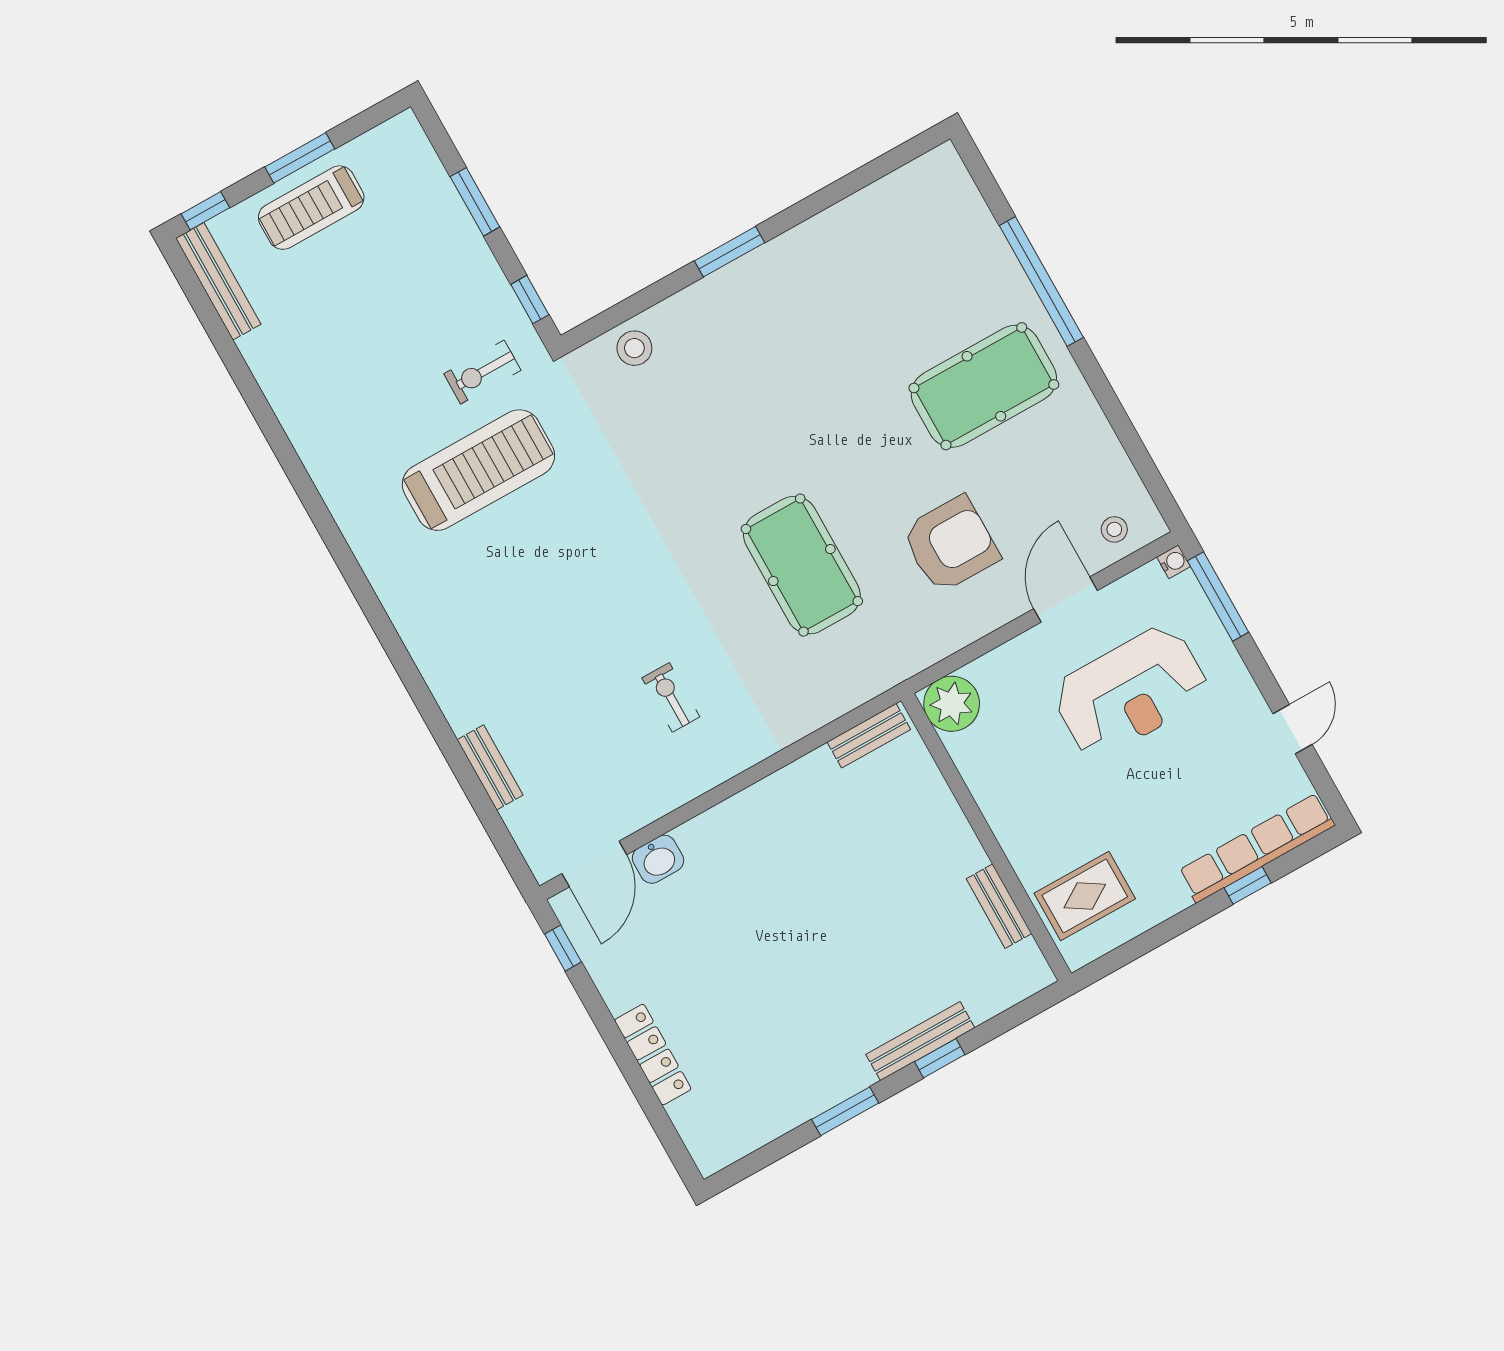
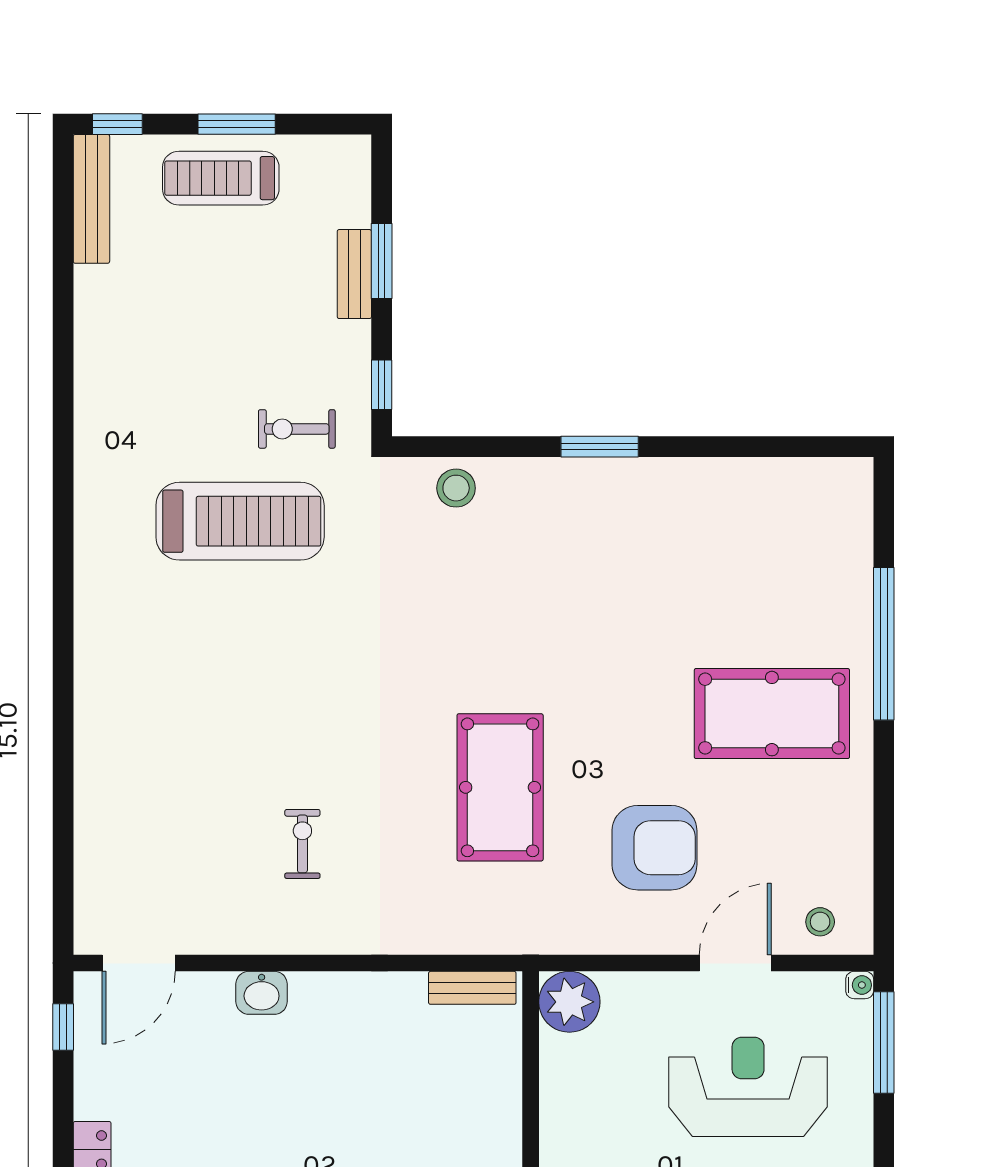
reception desk: (1131, 692) -> (748, 1087), turned 180
bench: (490, 767) -> (354, 274), moved
washbasin: (658, 859) -> (262, 993), moved

